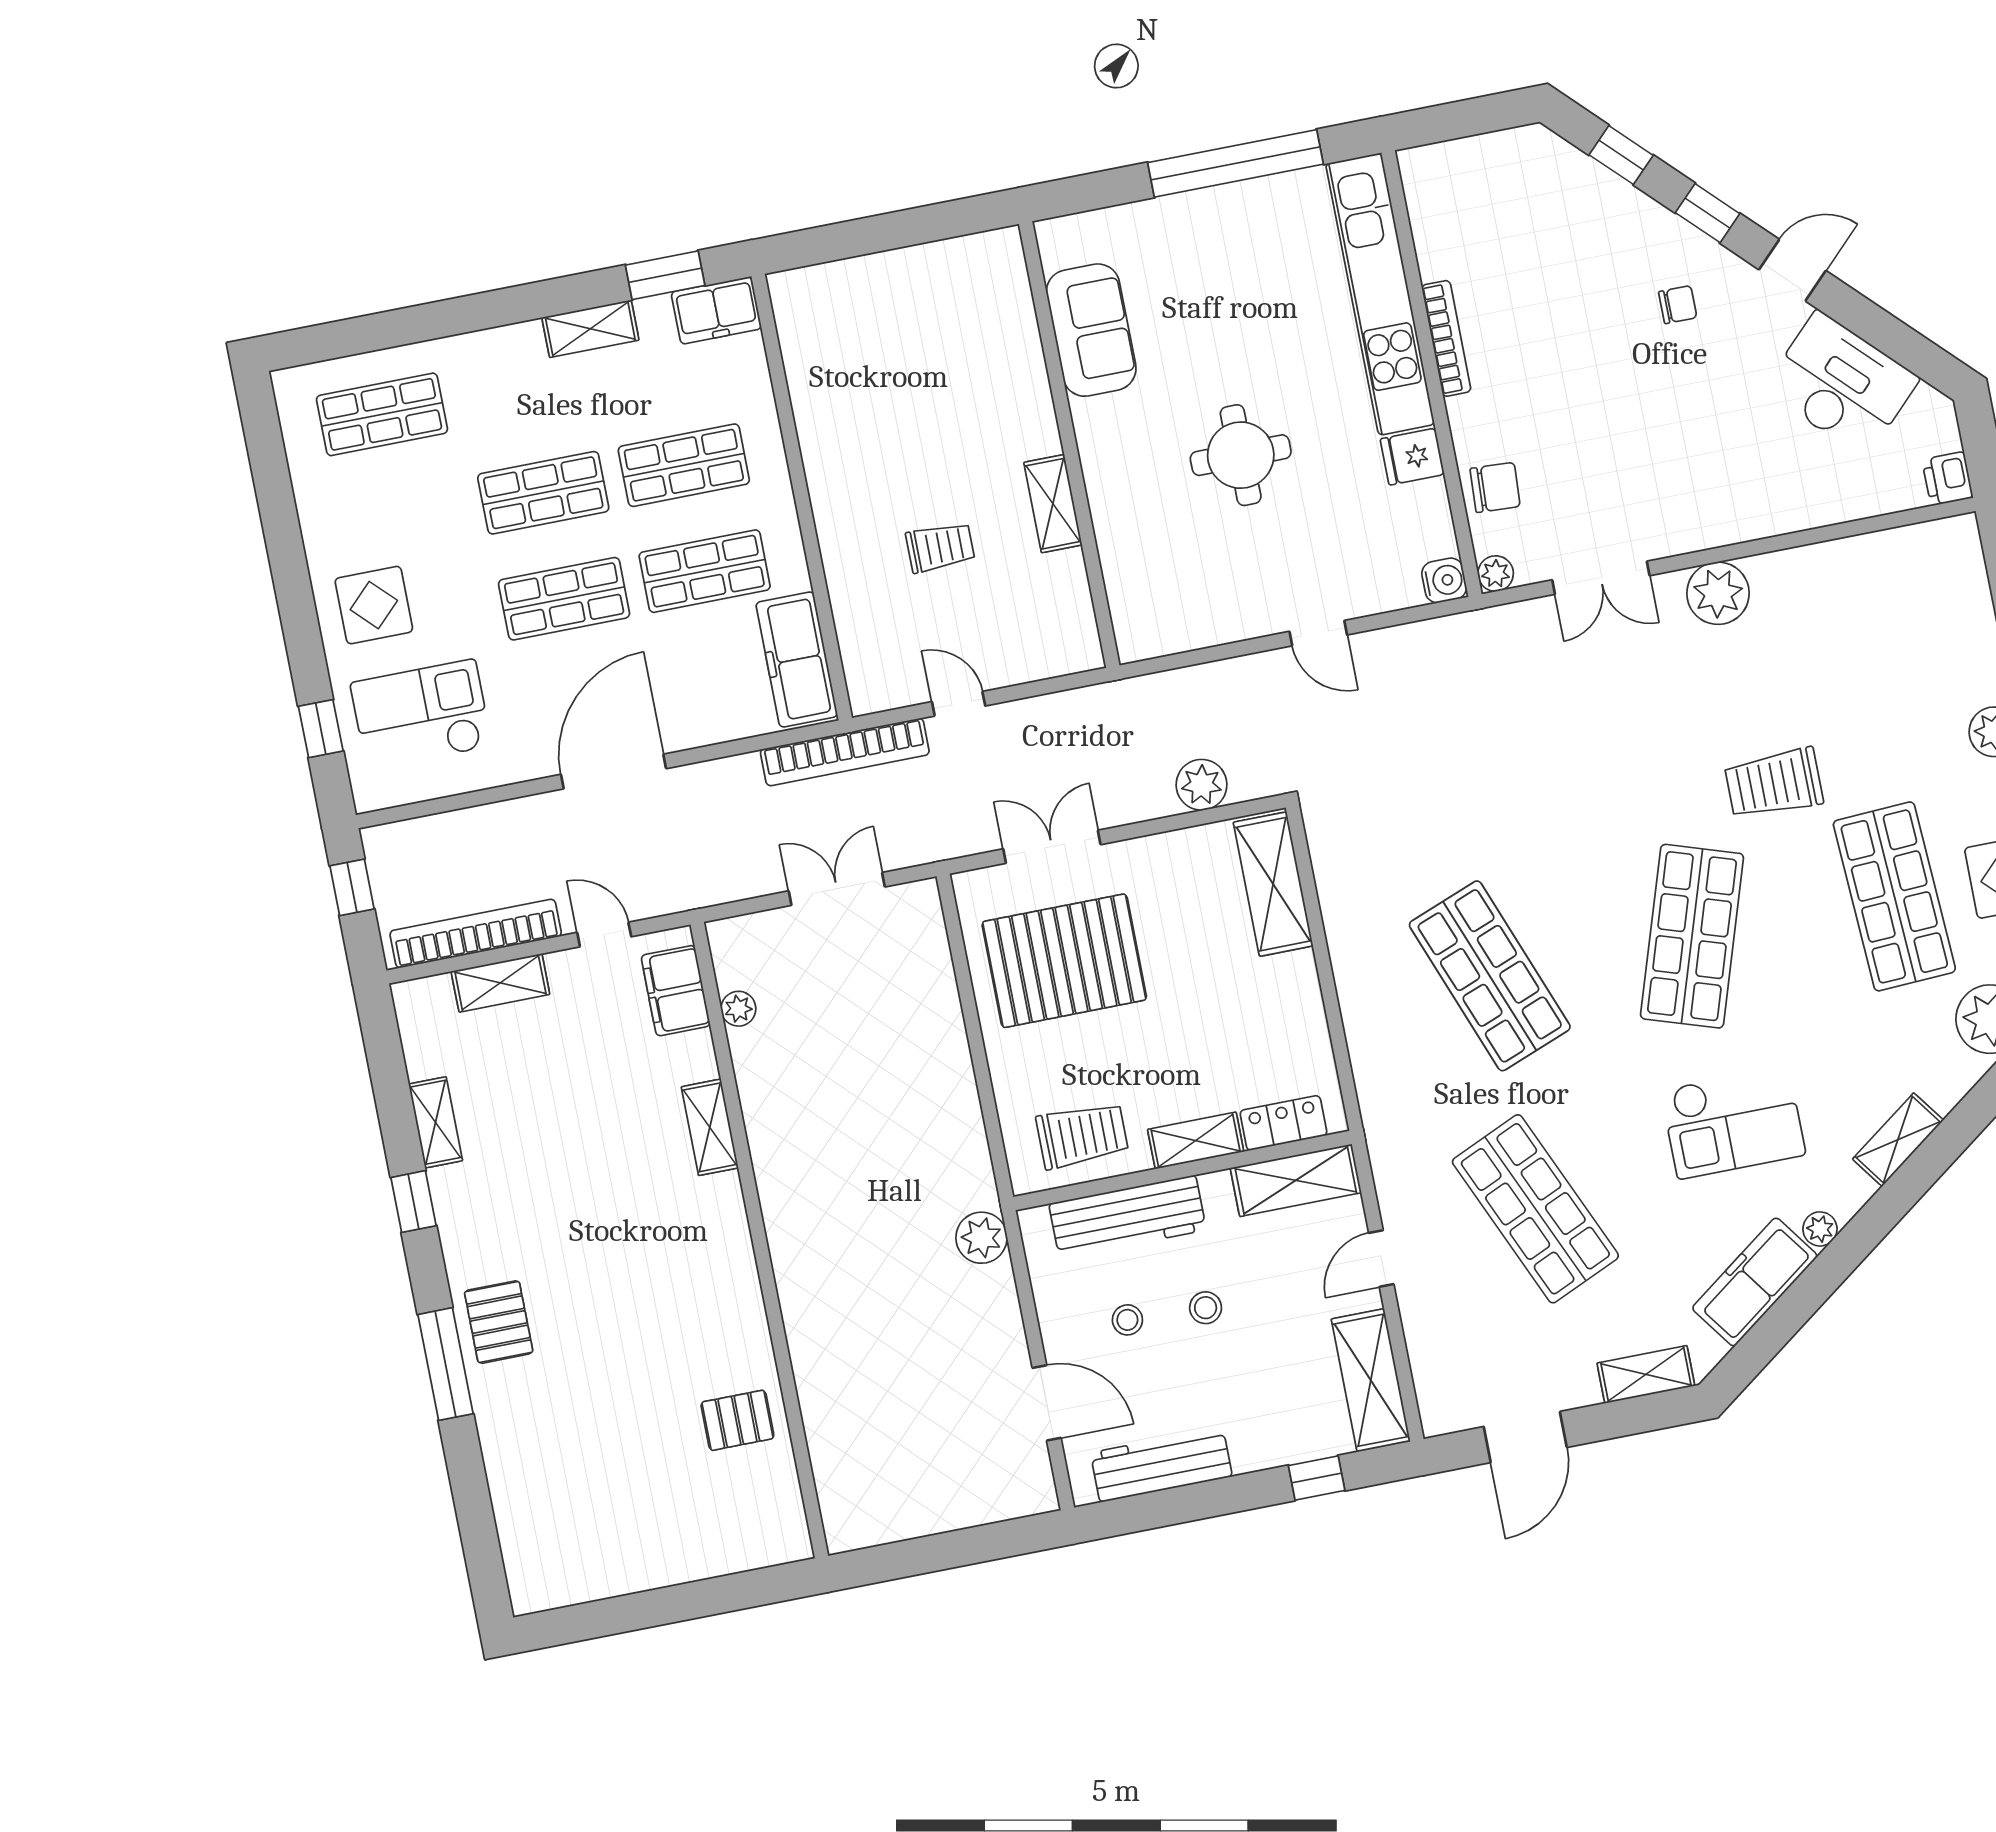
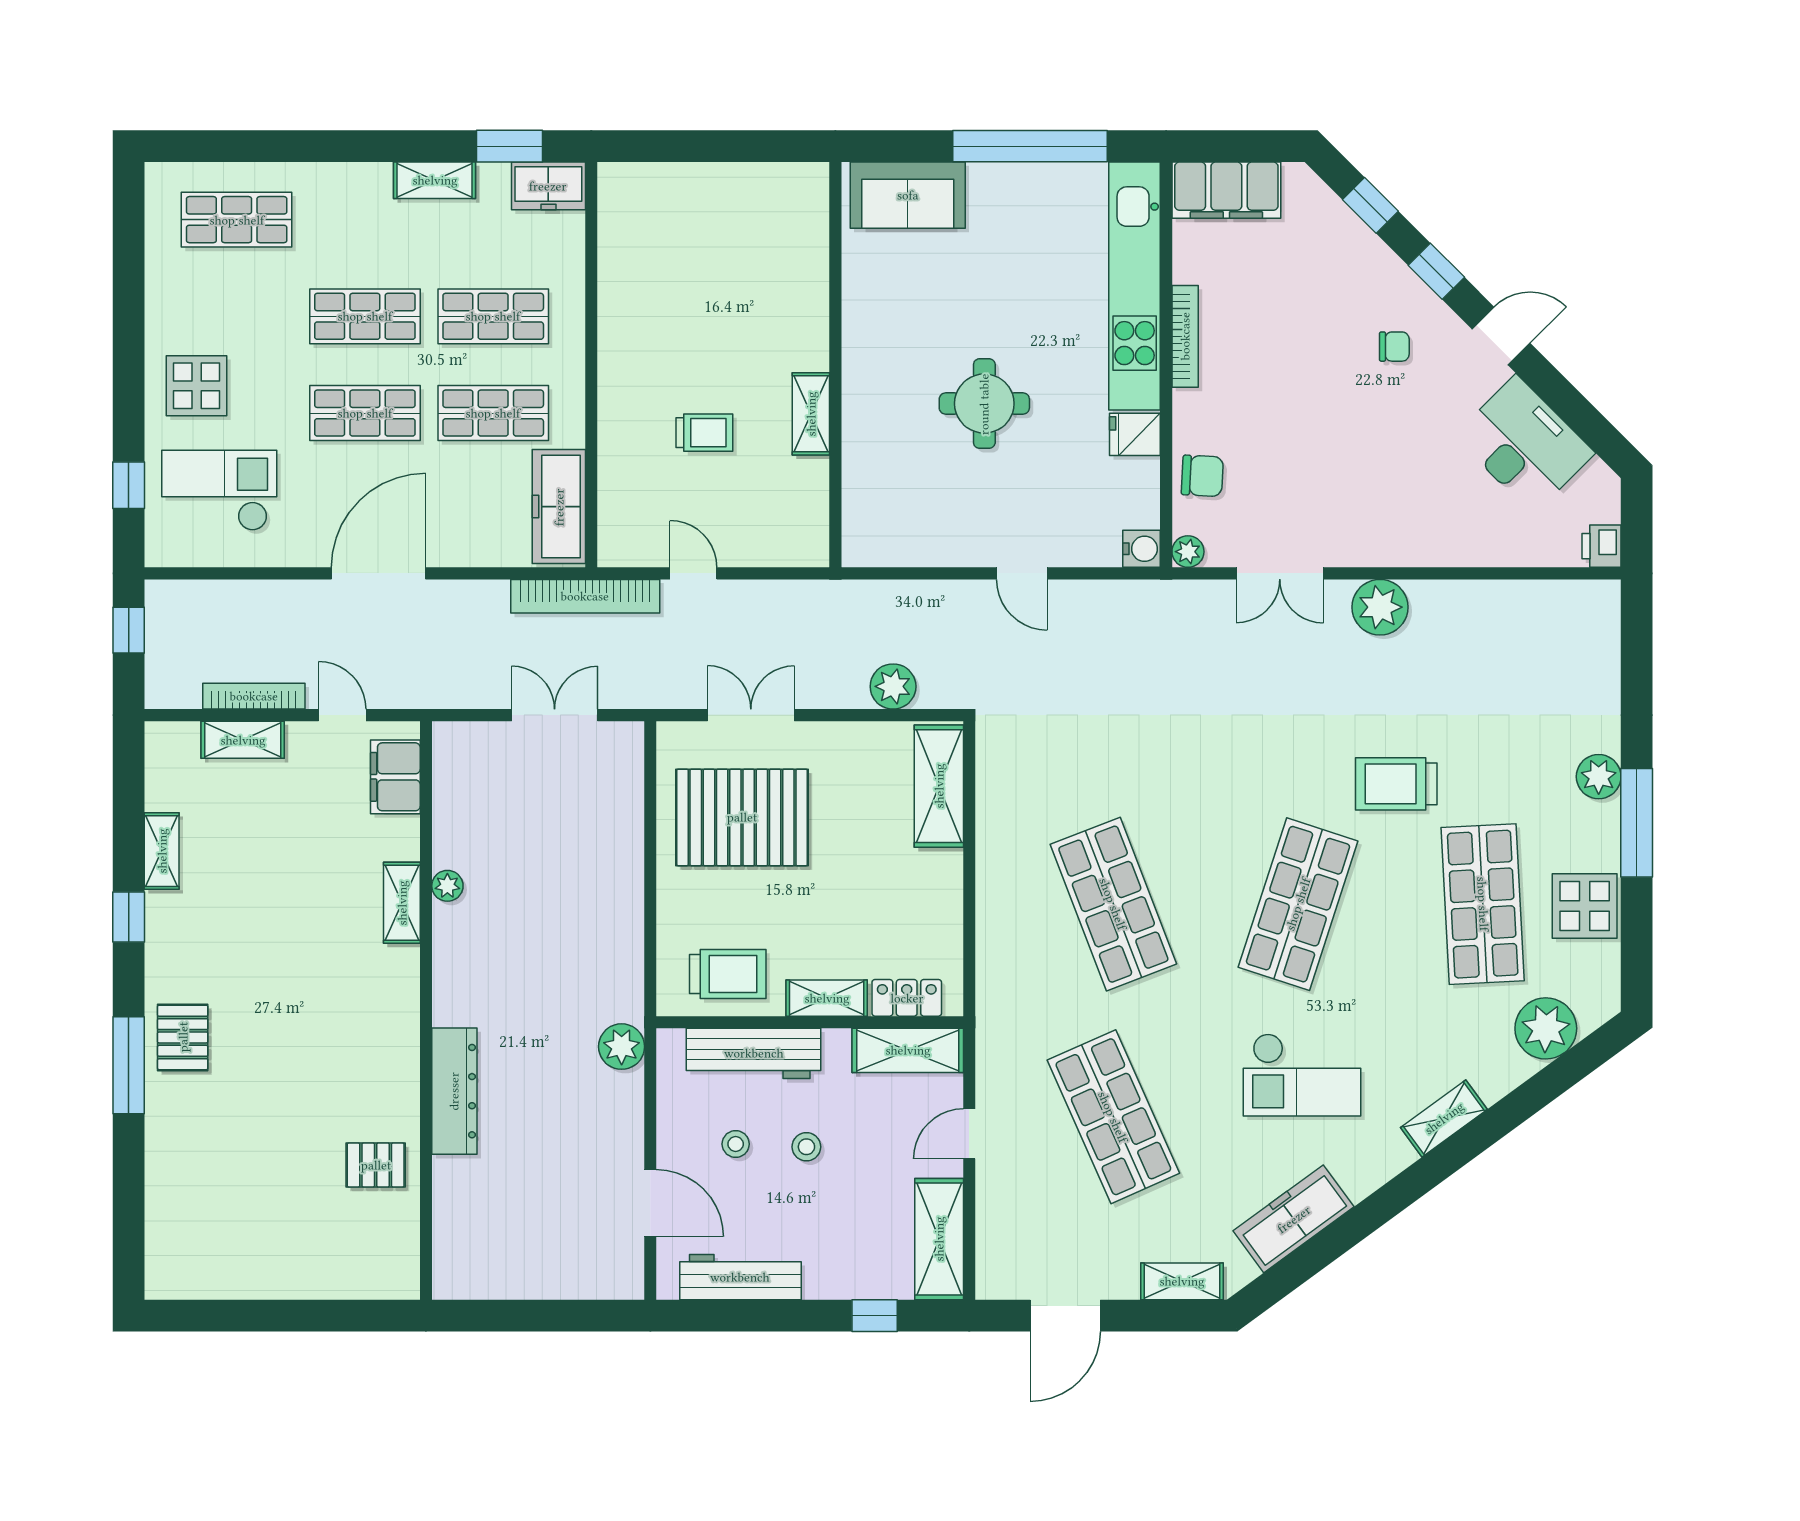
filing cabinet: (1460, 169) -> (1226, 190), added
sofa: (1091, 330) -> (908, 195), moved, turned 90
bookcase: (476, 934) -> (254, 696), width x0.68, depth x0.76
plant: (738, 1009) -> (447, 886), moved
plant: (1820, 1229) -> (1360, 1184), removed
dresser: (808, 1322) -> (454, 1091), added

